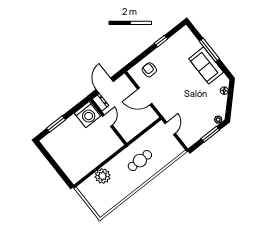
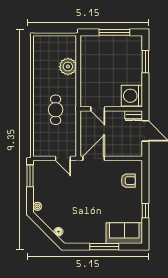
sofa: (206, 66) -> (124, 233), moved
door: (145, 96) -> (94, 158), moved
door: (107, 121) -> (98, 109), moved
window: (210, 134) -> (30, 176), moved
window: (53, 162) -> (114, 32), added

